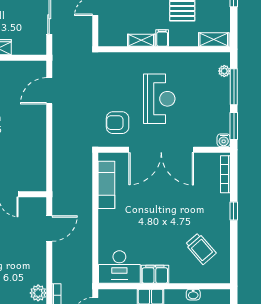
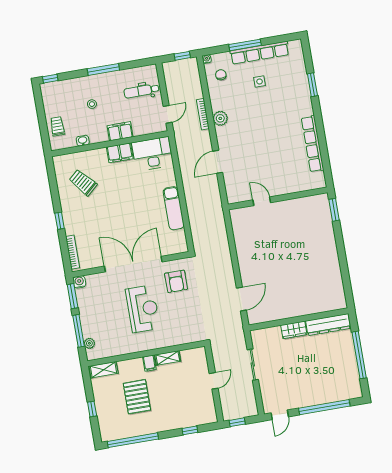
reception desk: (159, 99) -> (143, 309), turned 180
armchair: (118, 123) -> (176, 281), turned 90
exam couch: (106, 185) -> (174, 208), moved
door: (49, 228) -> (218, 162), moved

